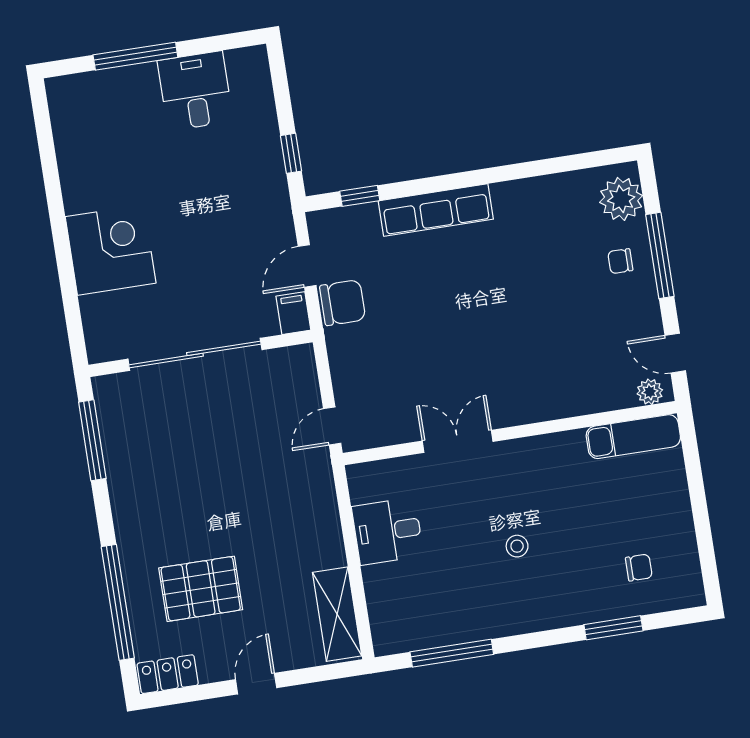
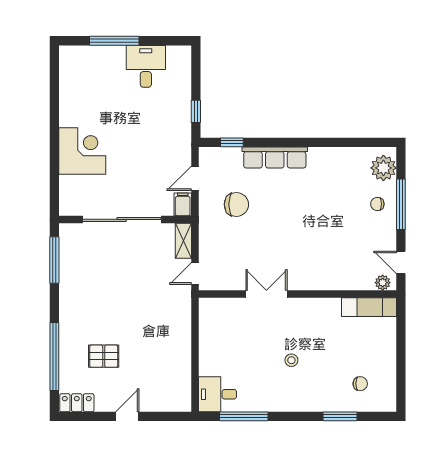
chair: (343, 303) -> (236, 204), moved
desk: (388, 531) -> (218, 394), moved
pallet: (201, 589) -> (104, 356), width x0.67, depth x0.71
shelving: (337, 614) -> (183, 241), moved, width x0.67, depth x0.75

